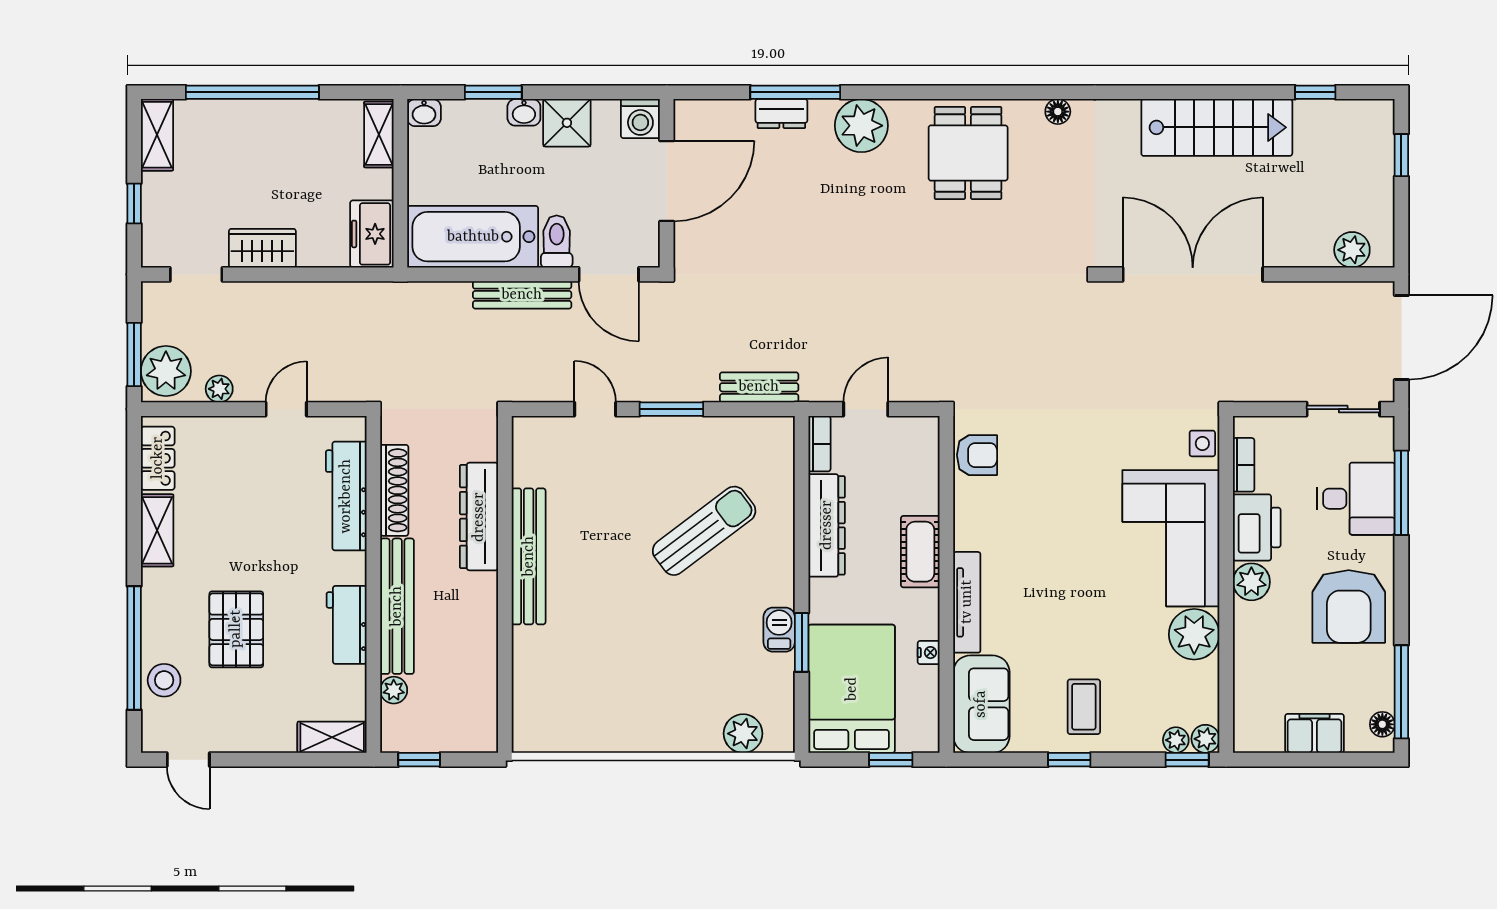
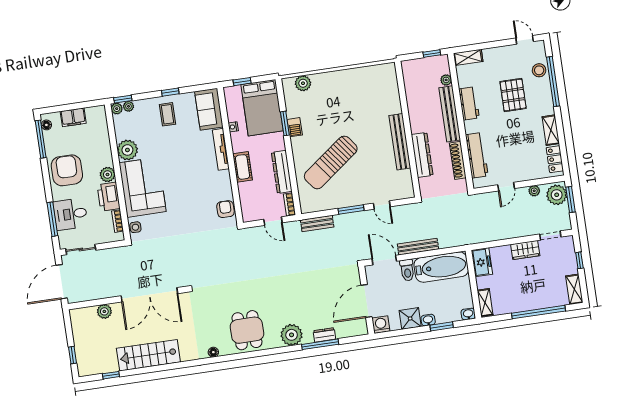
plant: (1352, 250) -> (104, 311), moved
door: (866, 409) -> (273, 221), hinge flipped
armchair: (977, 455) -> (225, 209), turned 90
sun lounger: (704, 531) -> (331, 162), width x1.36, depth x1.34

